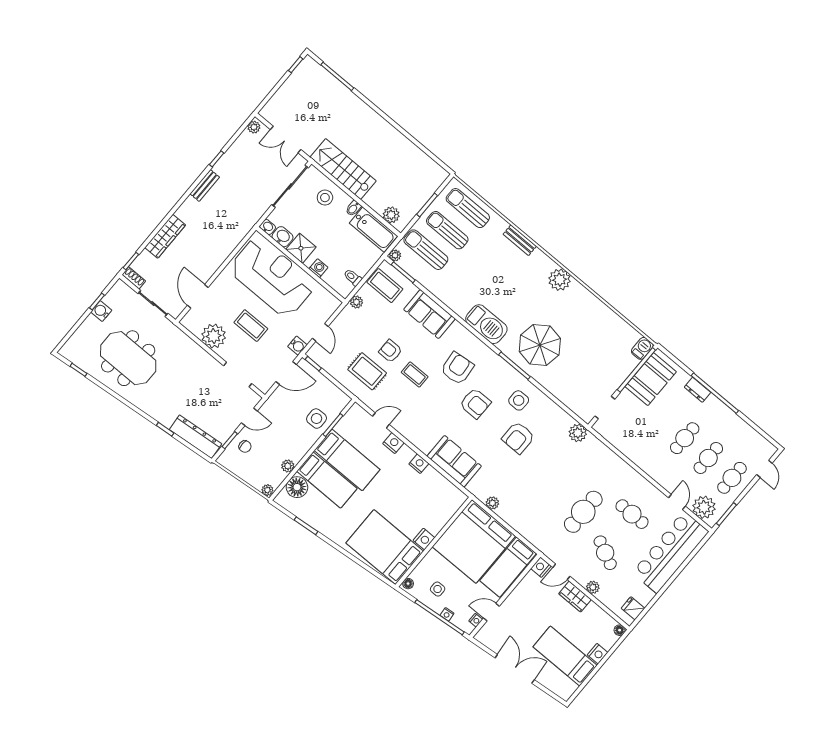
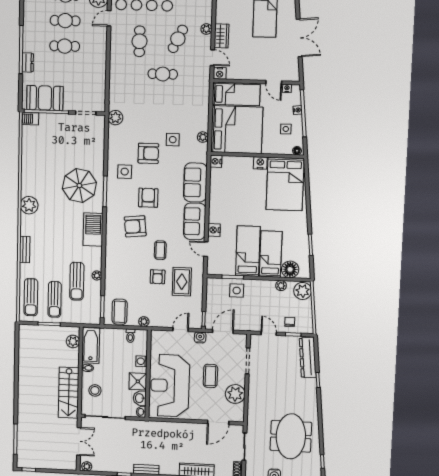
sun lounger: (426, 250) -> (77, 281), moved
plant: (395, 255) -> (97, 275), moved
sofa: (429, 314) -> (195, 221), moved, turned 180
door: (286, 373) -> (223, 331), hinge flipped
nightstand: (419, 464) -> (216, 161), moved
side table: (513, 472) -> (173, 140), added
plant: (267, 490) -> (303, 291), width x1.88, depth x1.88
cafe table: (583, 512) -> (163, 74), width x0.73, depth x0.74
double door: (515, 669) -> (299, 38), swing flipped

